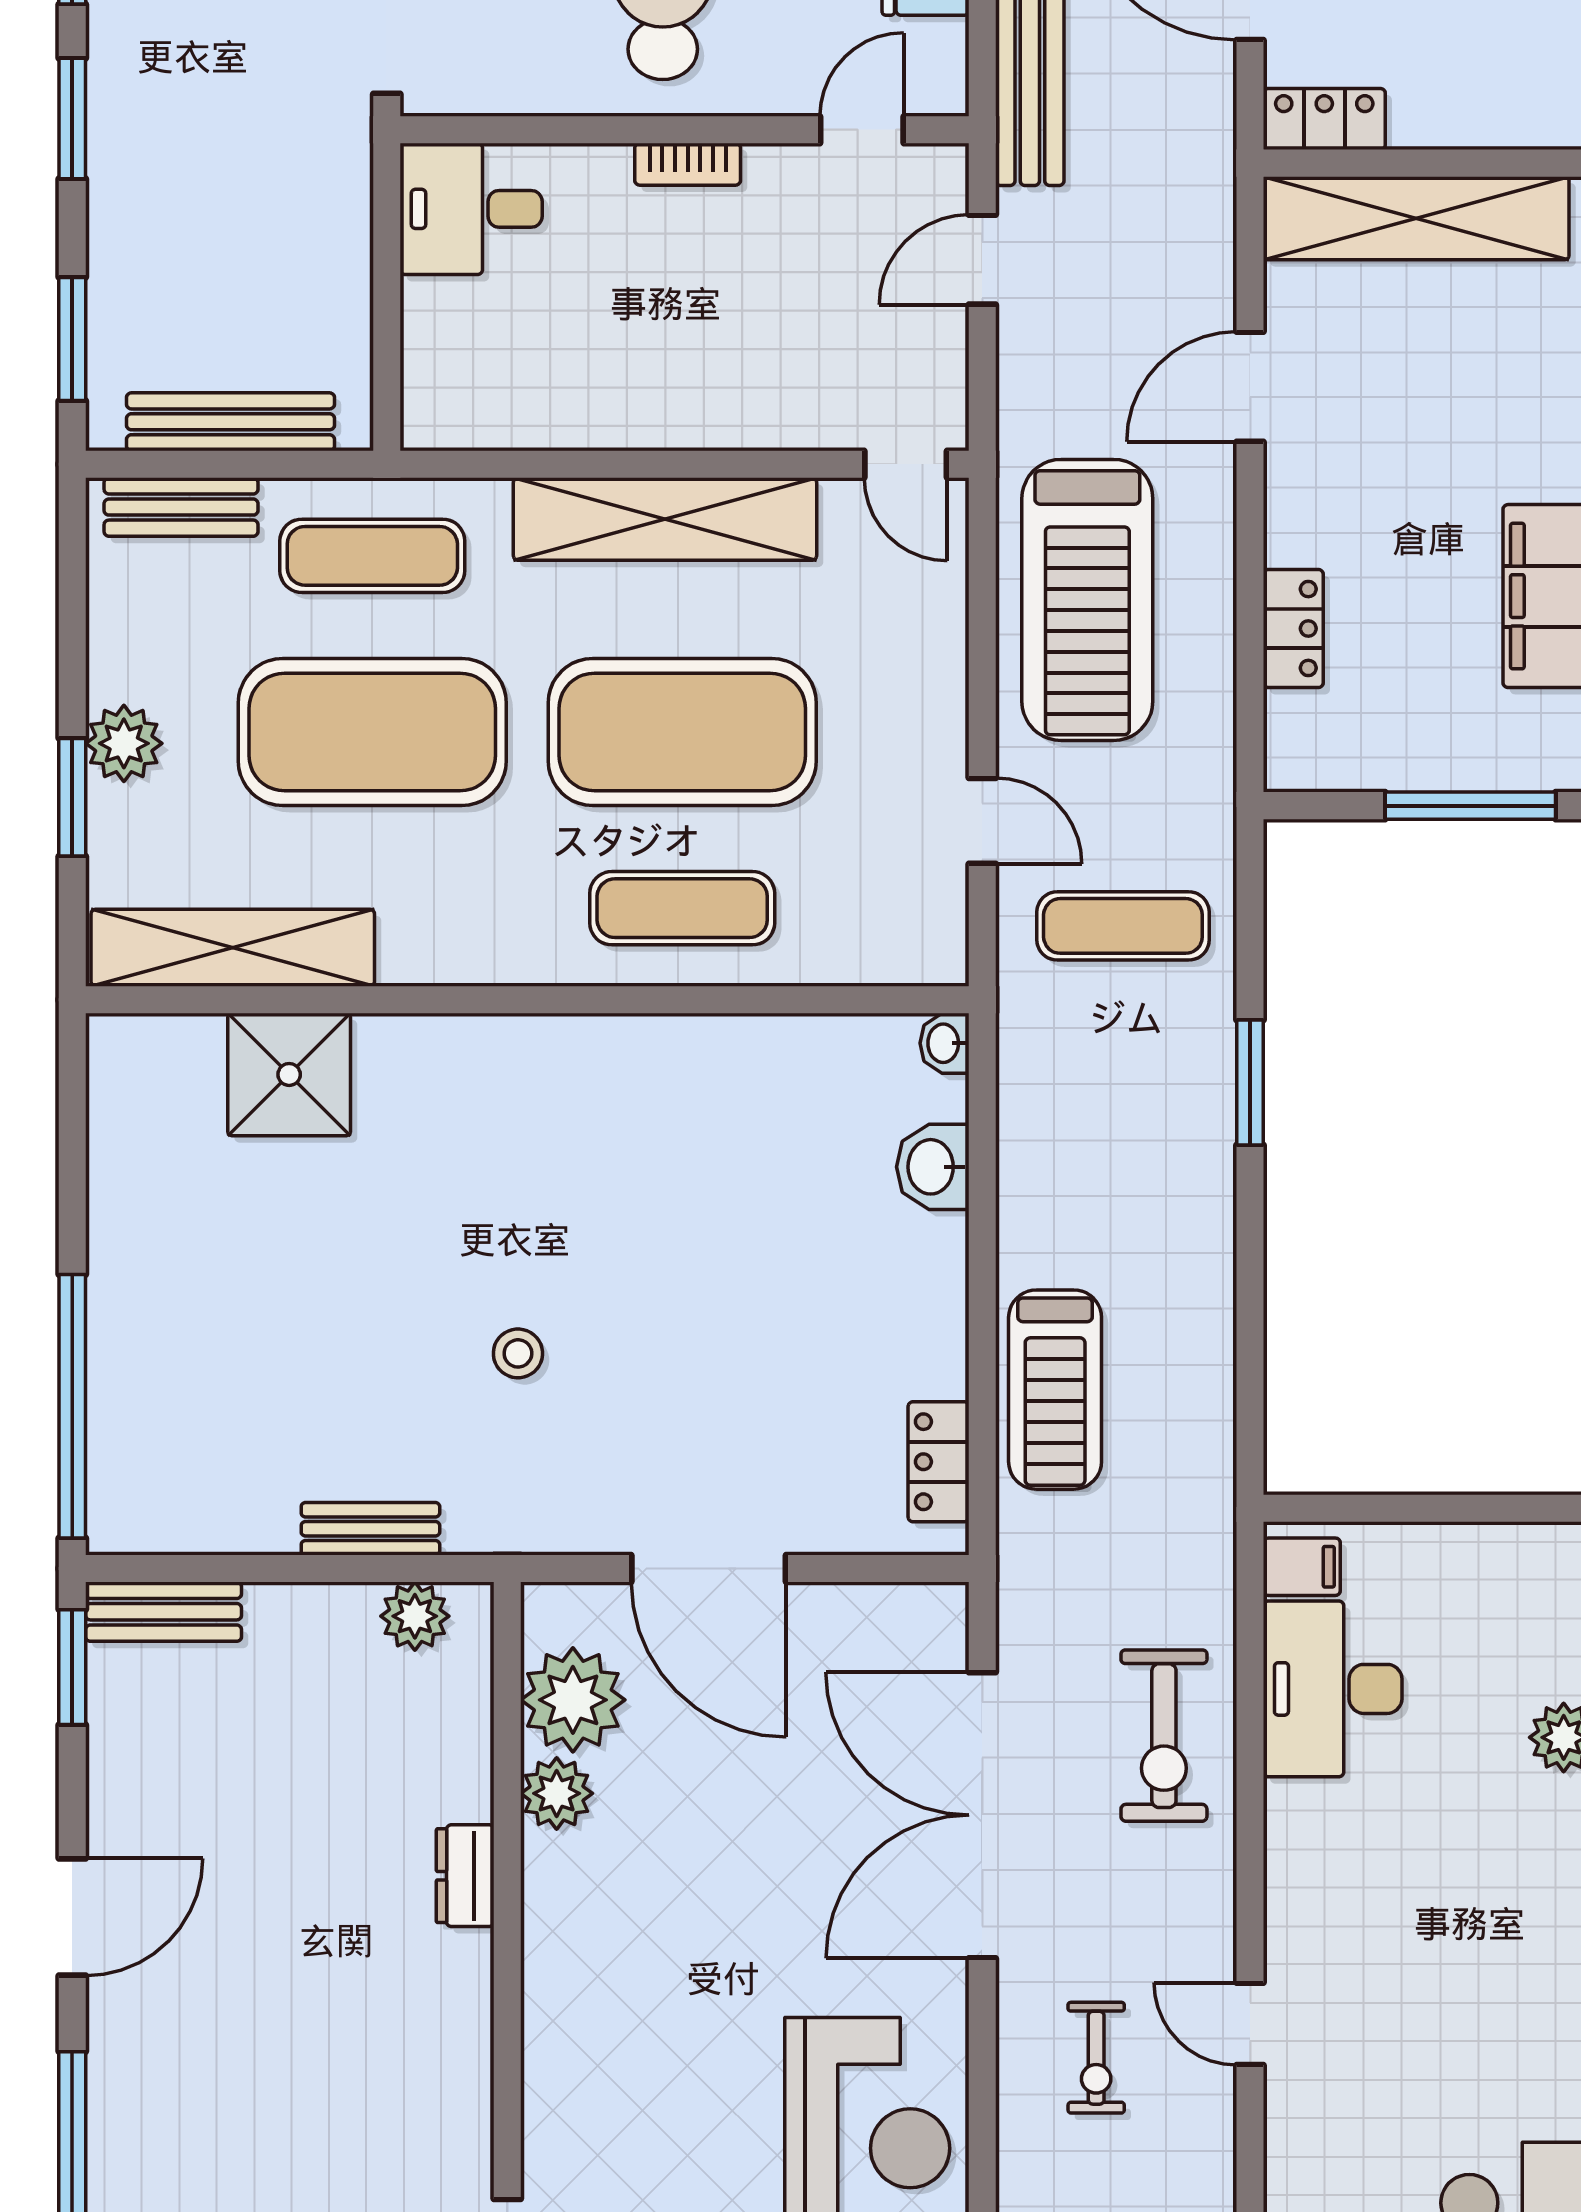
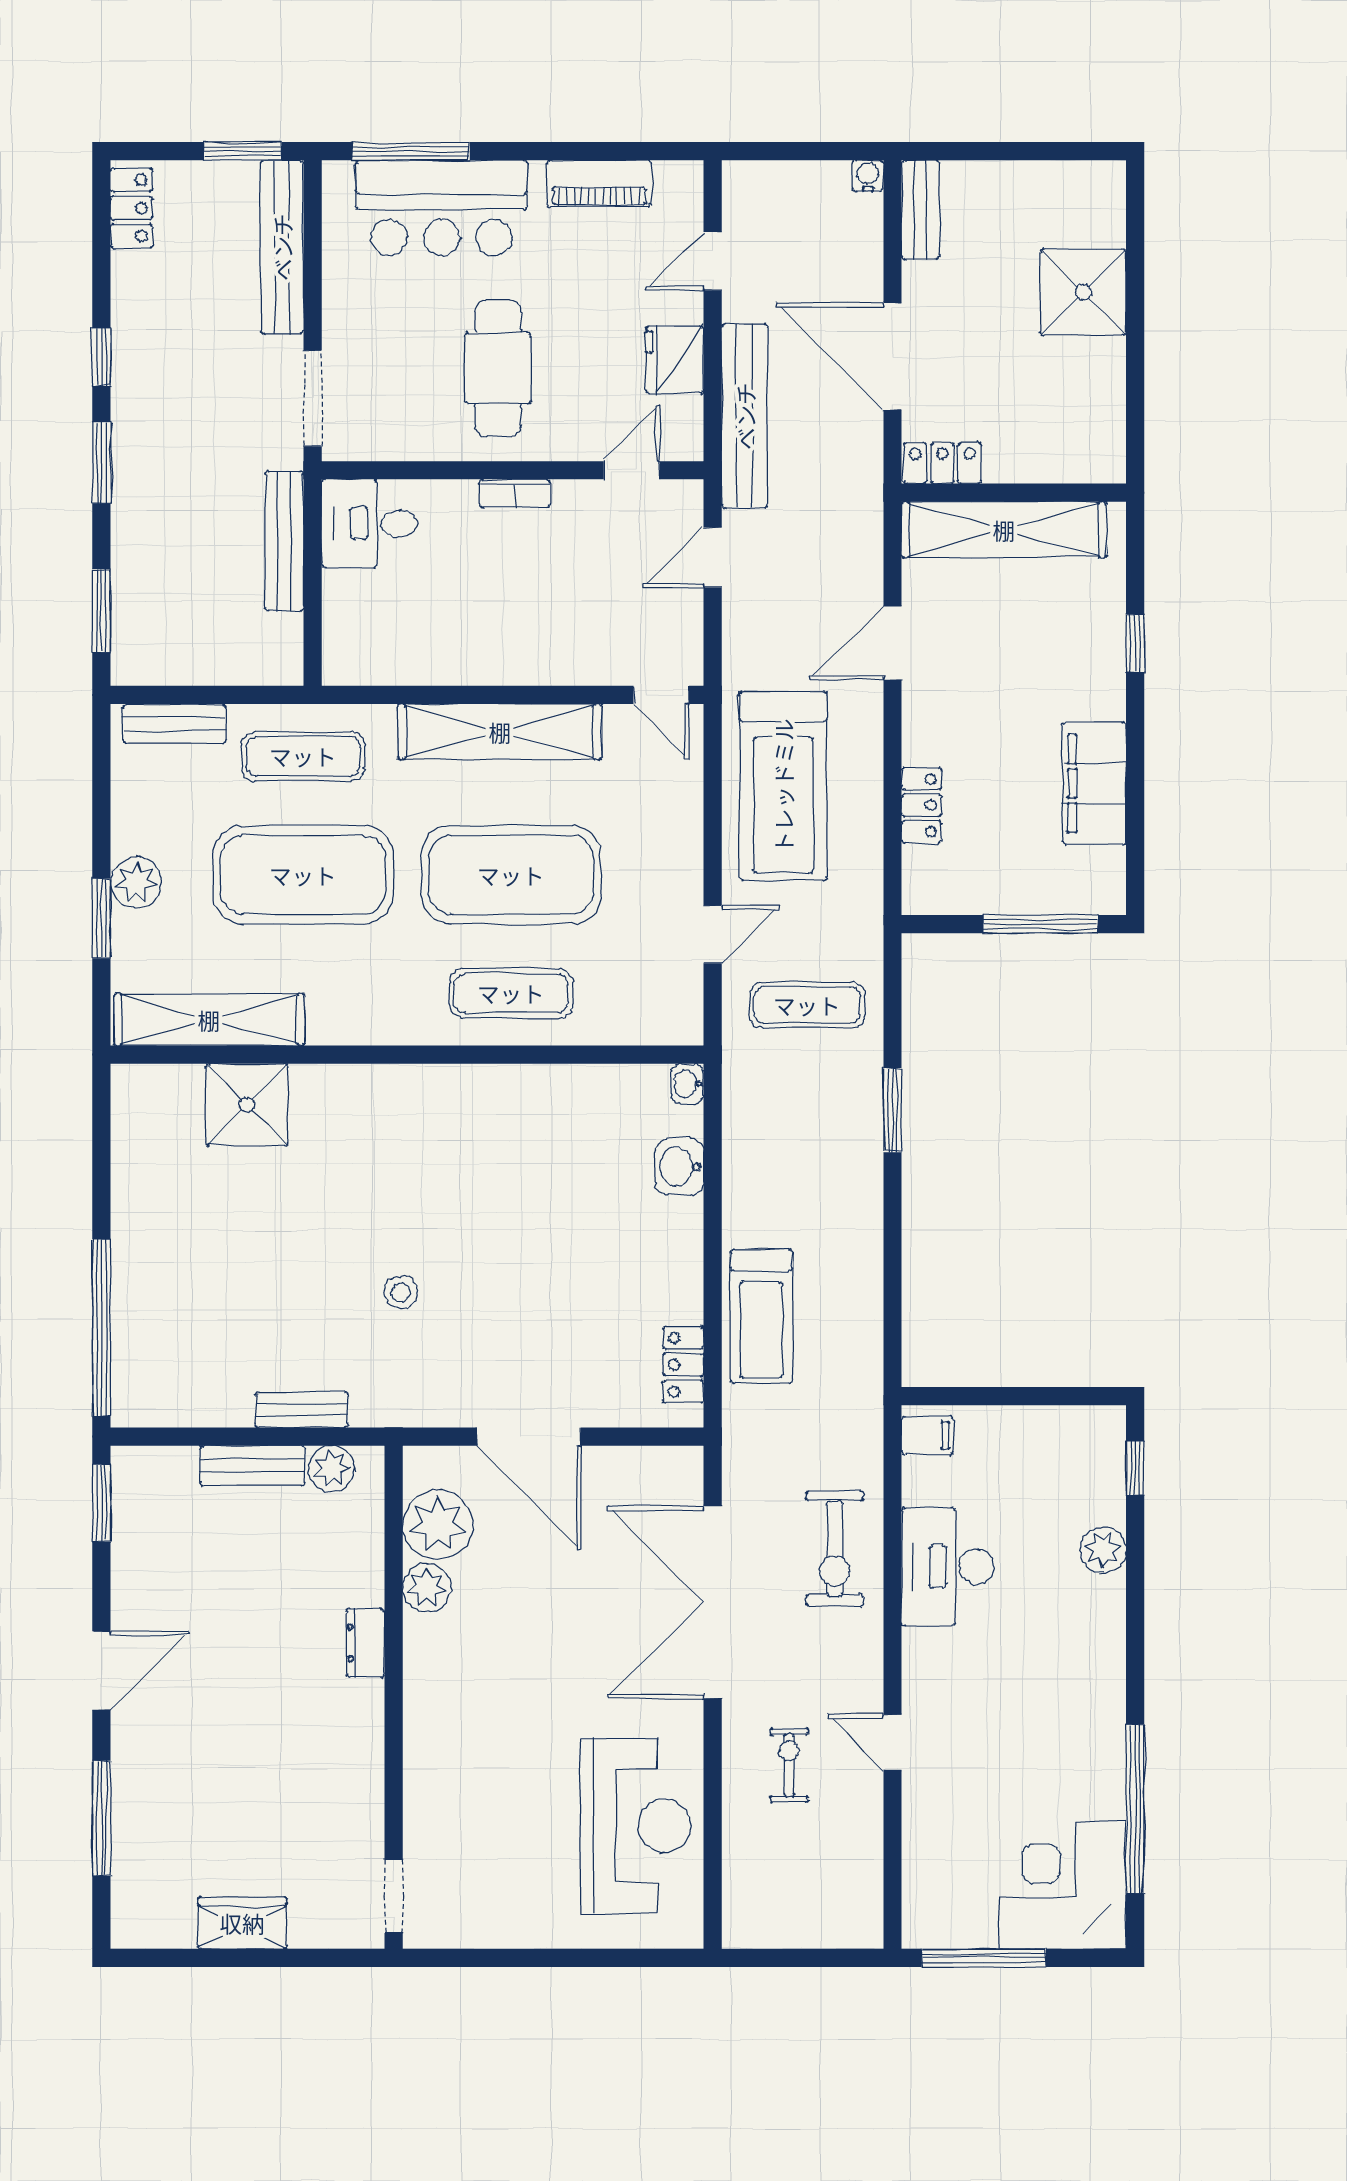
bench: (230, 422) -> (284, 541), moved, turned 90
door: (982, 821) -> (713, 934), hinge flipped
bench: (163, 1612) -> (253, 1466), moved
desk: (1333, 1689) -> (948, 1567), moved
exercise bike: (1096, 2058) -> (789, 1765), turned 180

